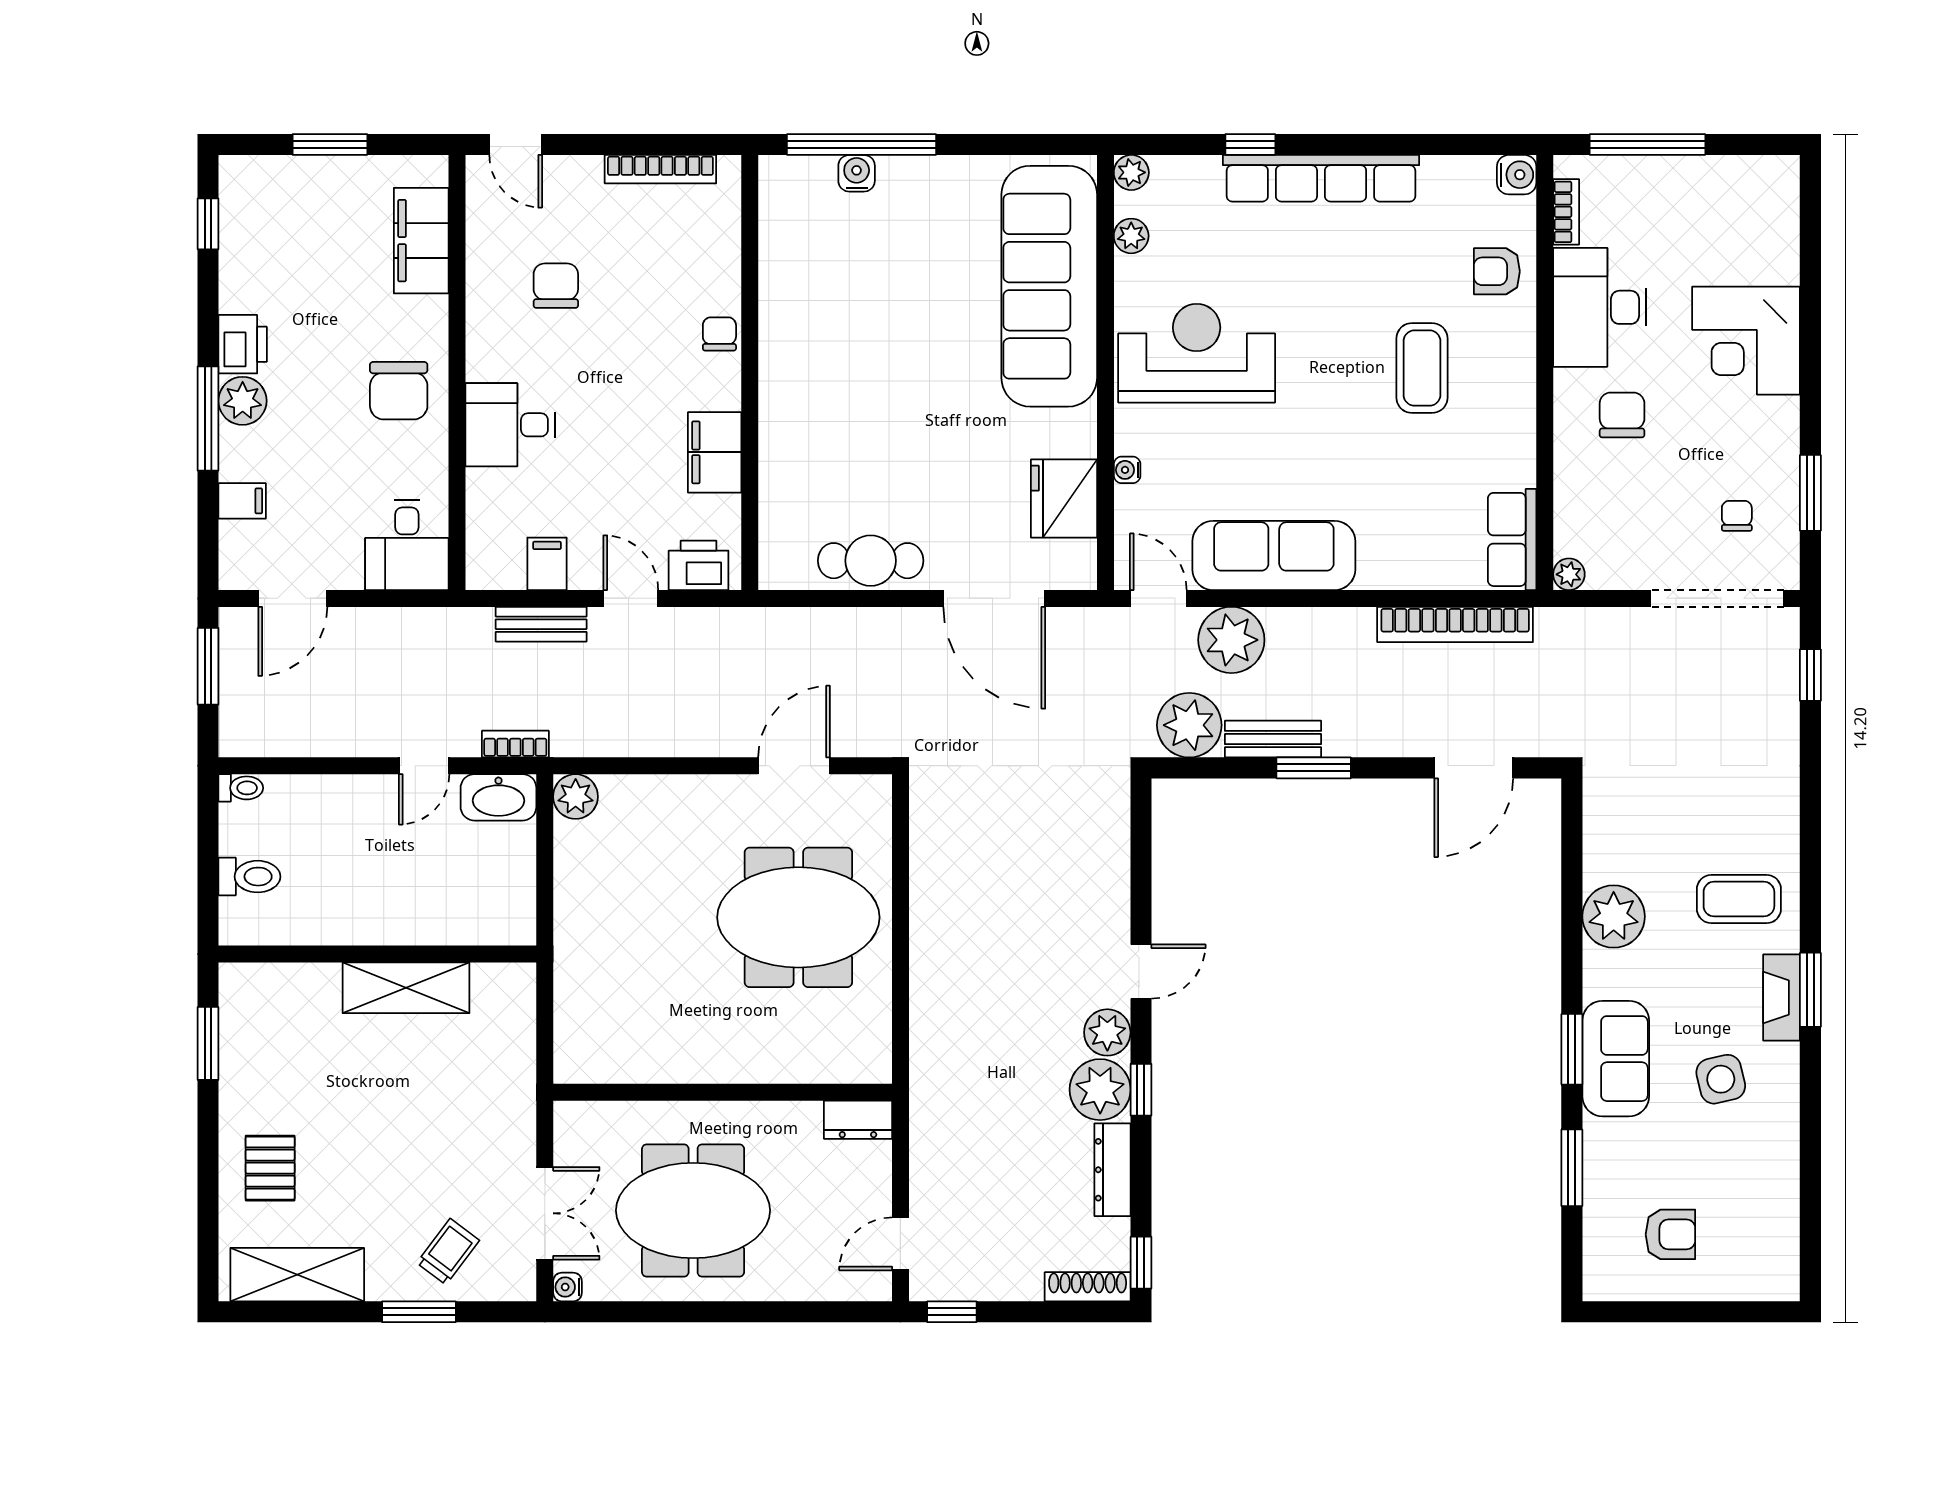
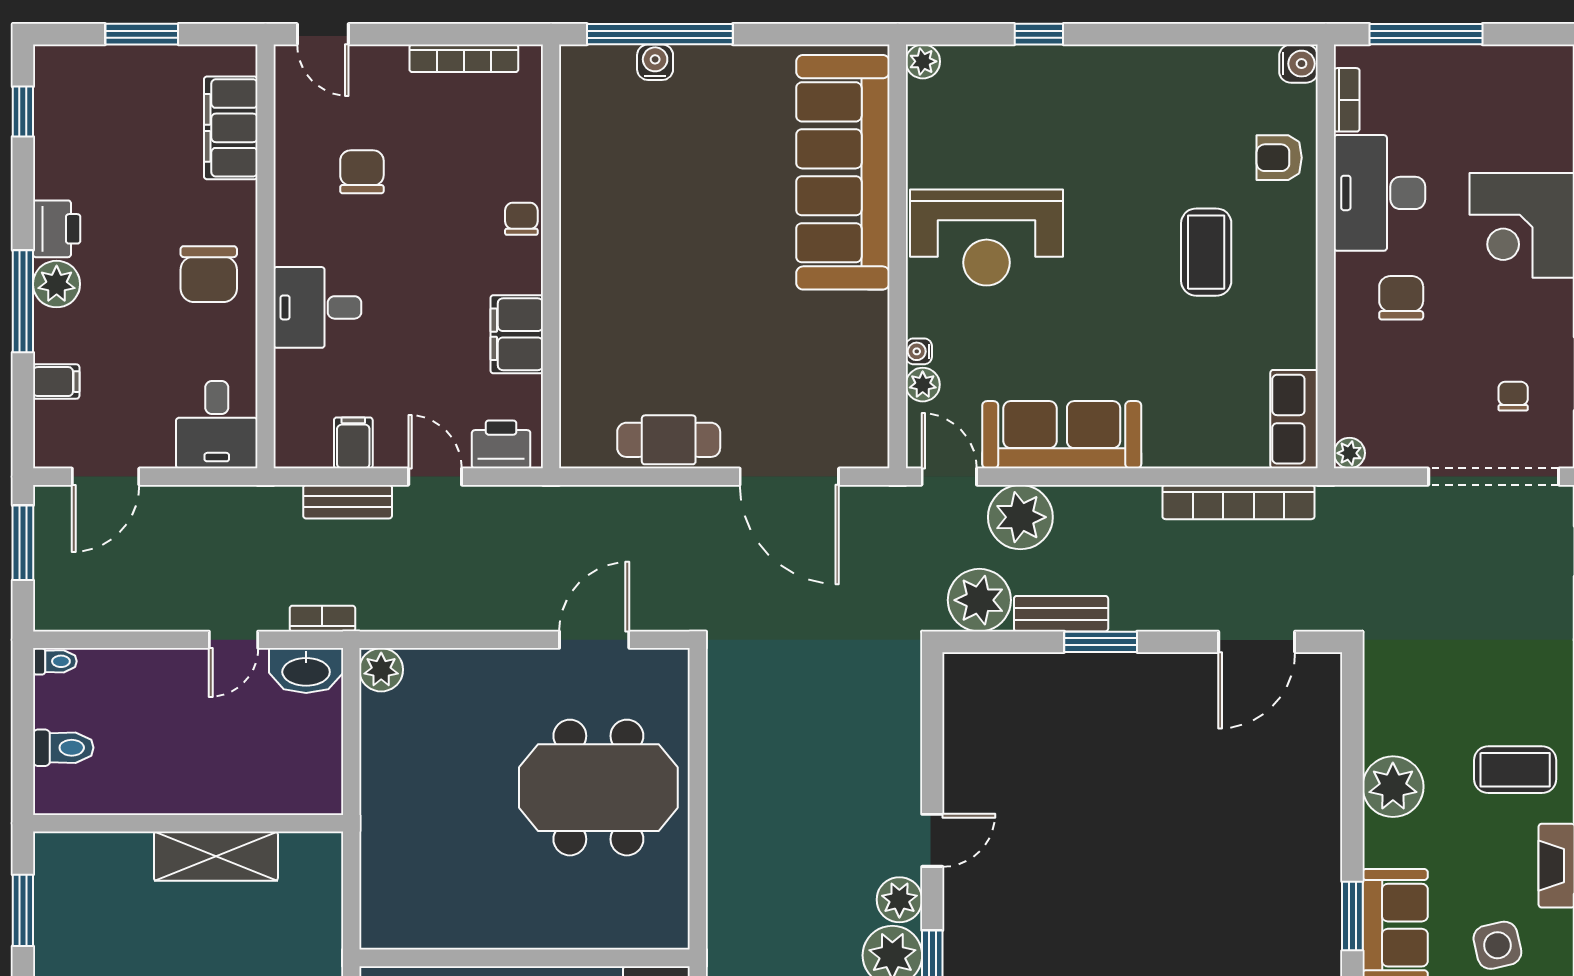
row of seats: (1321, 178) -> (1108, 67), removed
plant: (1131, 236) -> (923, 385), moved
reception desk: (1197, 353) -> (987, 238), turned 180
fridge: (1064, 498) -> (857, 379), removed

